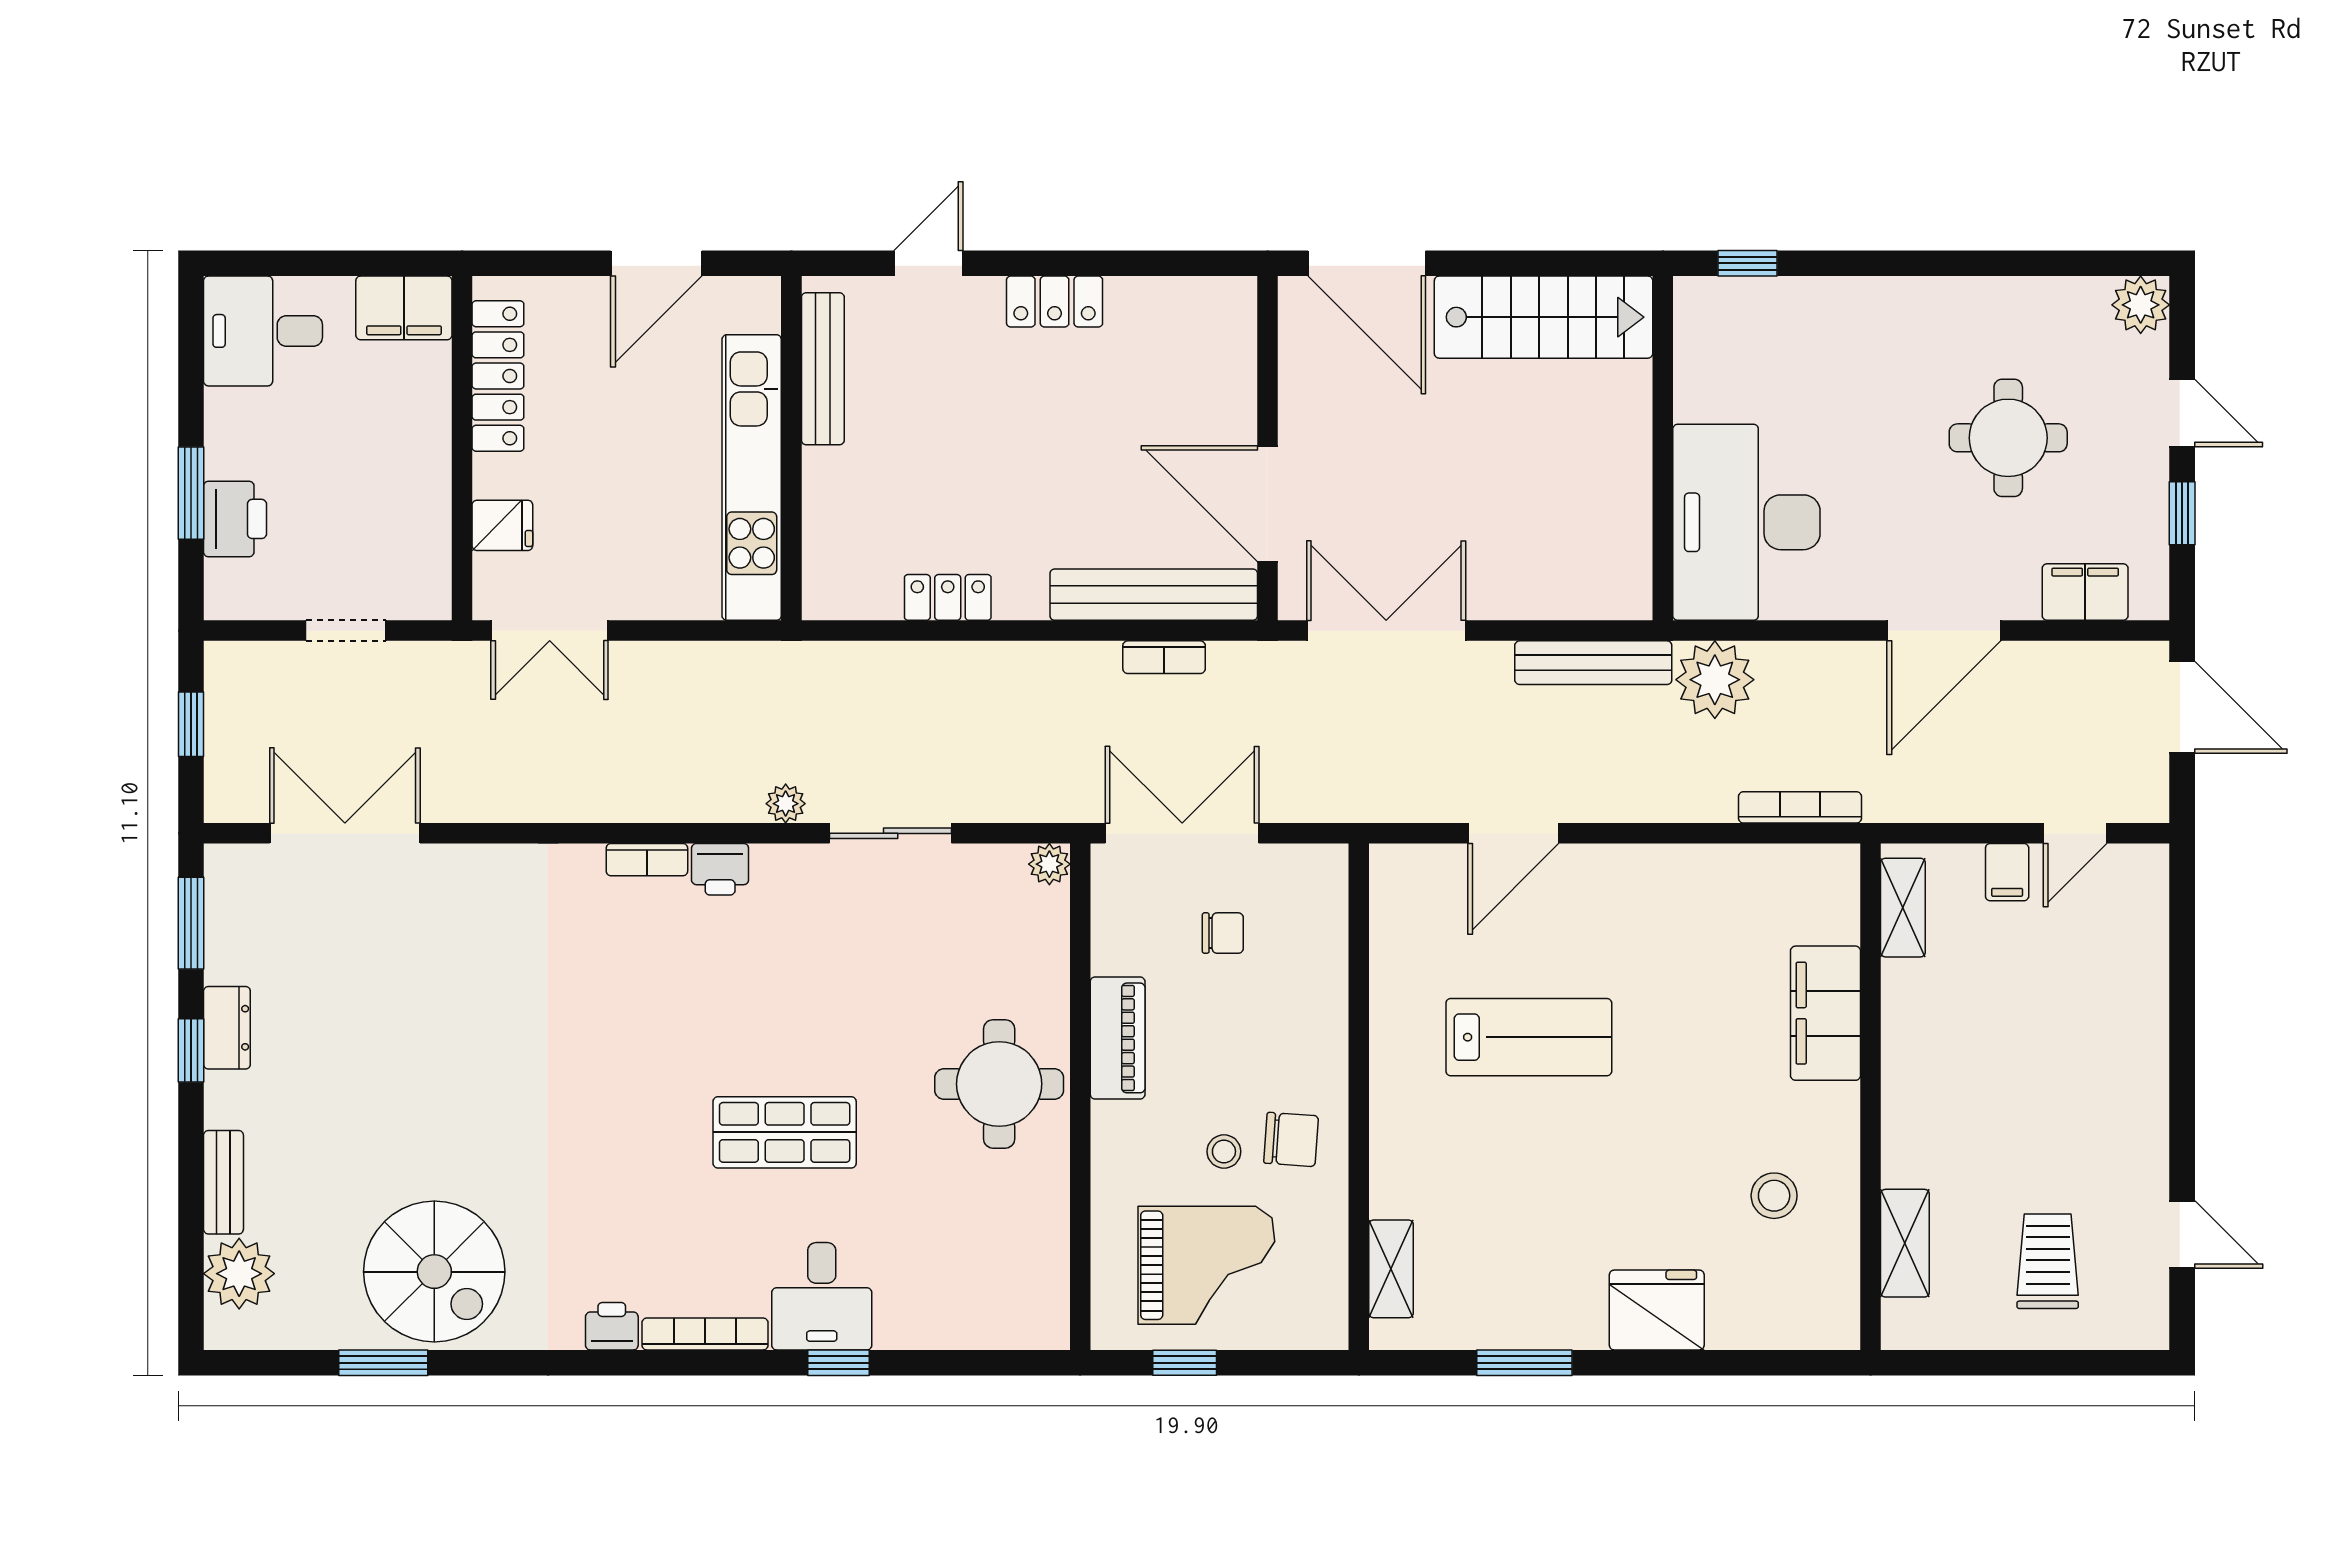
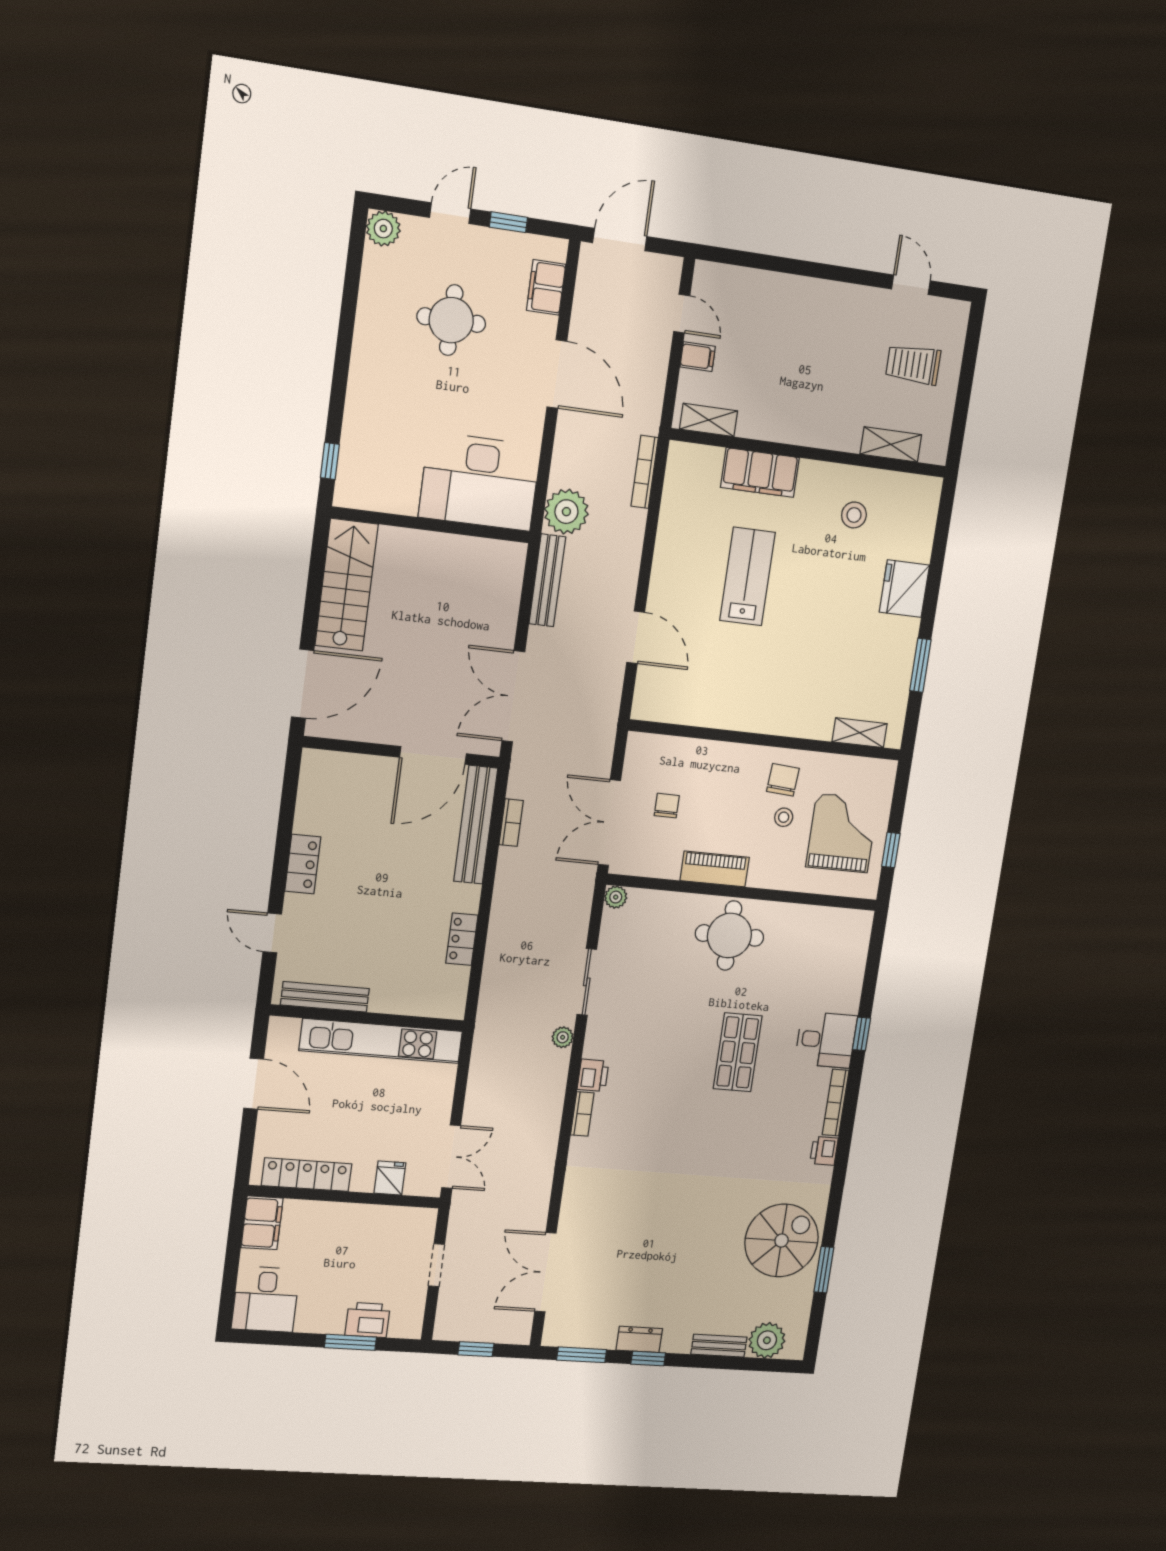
lab bench: (1529, 1037) -> (748, 576), moved
door: (2182, 1235) -> (911, 285), hinge flipped

